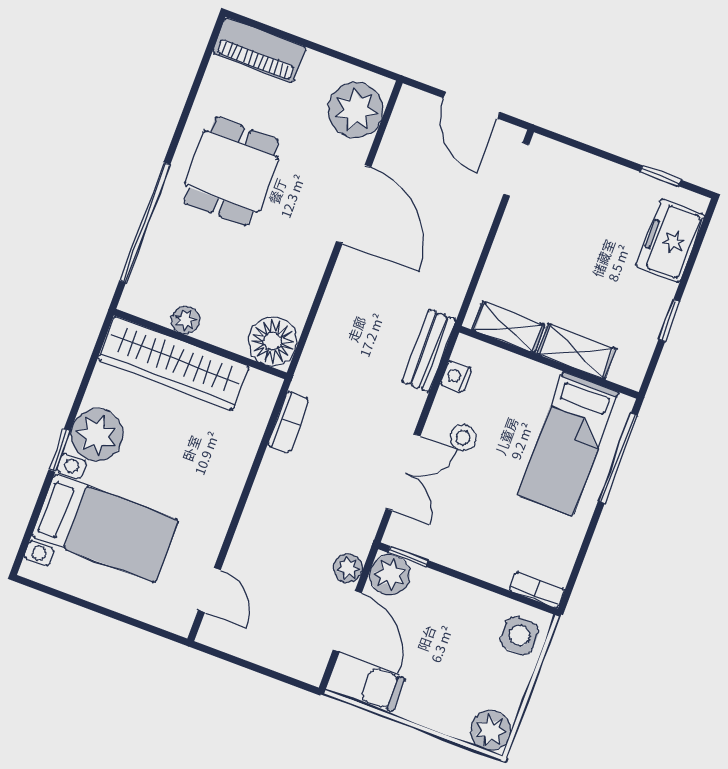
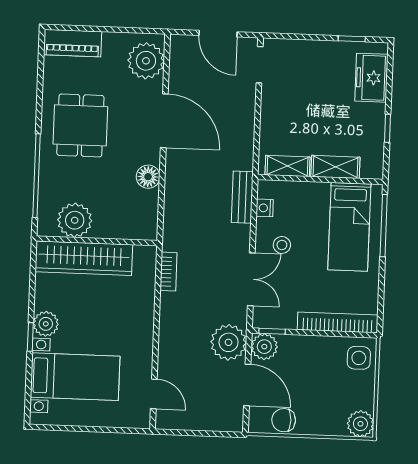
plant: (185, 320) -> (75, 220), width x1.88, depth x1.88
floor lamp: (273, 341) -> (148, 177), moved, width x0.73, depth x0.73
plant: (97, 435) -> (46, 324), width x0.73, depth x0.73
plant: (348, 568) -> (229, 342), width x1.87, depth x1.87
bookcase: (537, 590) -> (338, 322), width x2.31, depth x1.31

